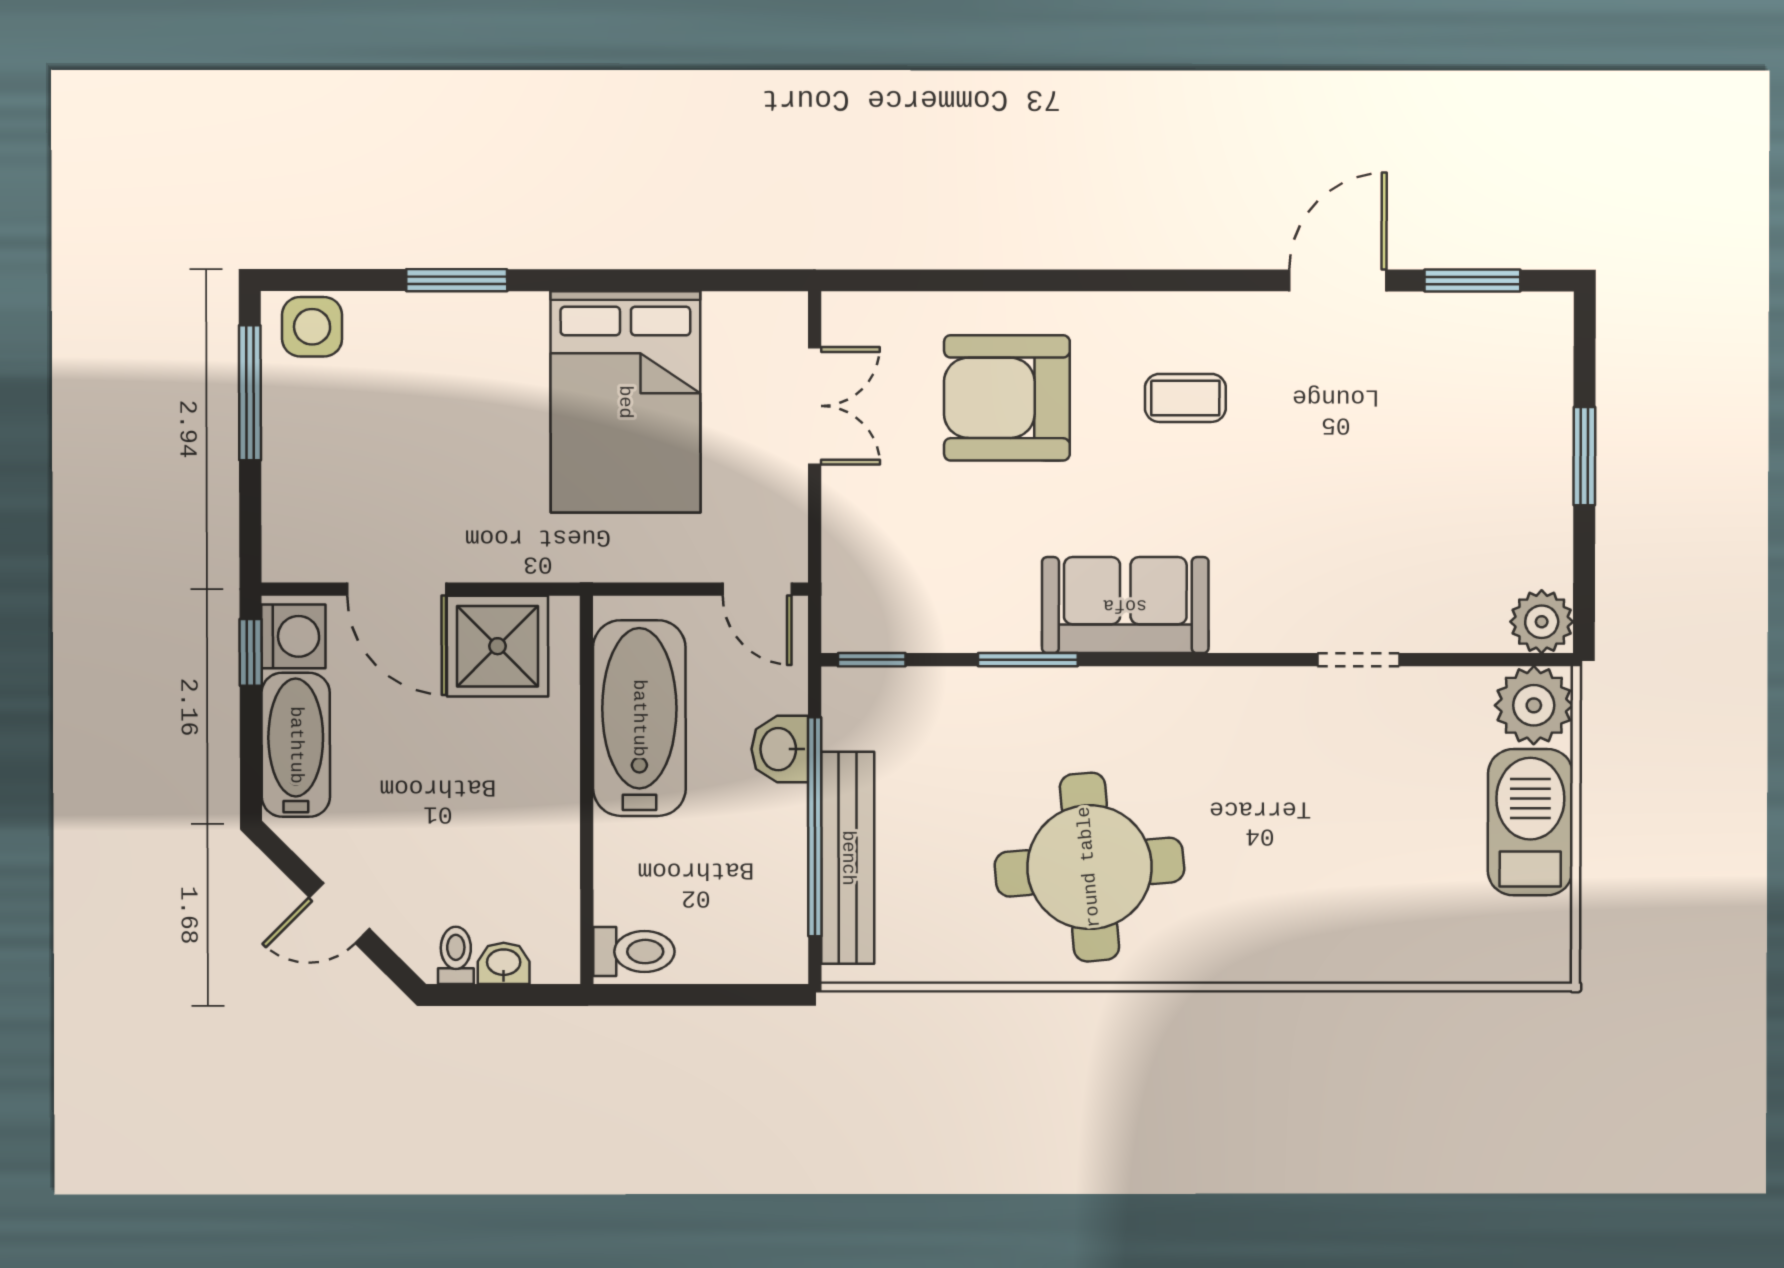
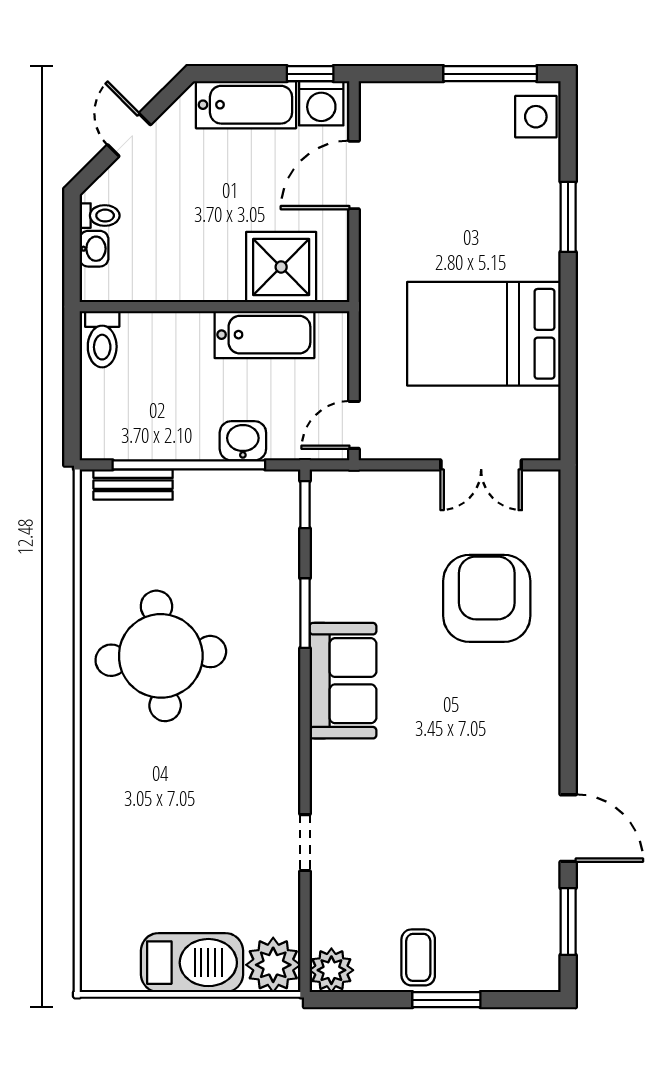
coffee table: (1185, 398) -> (418, 957), moved
shower: (498, 646) -> (281, 267), moved
bathtub: (639, 718) -> (264, 335), width x0.73, depth x0.73
bench: (848, 858) -> (133, 485), width x0.54, depth x0.82

